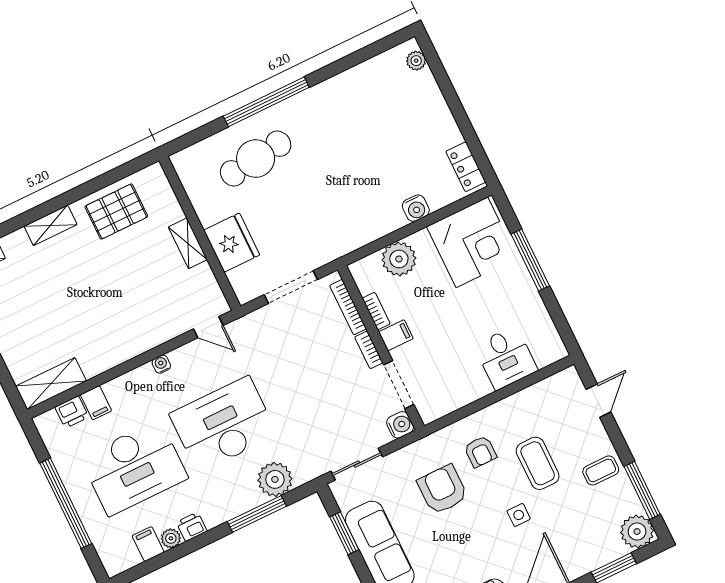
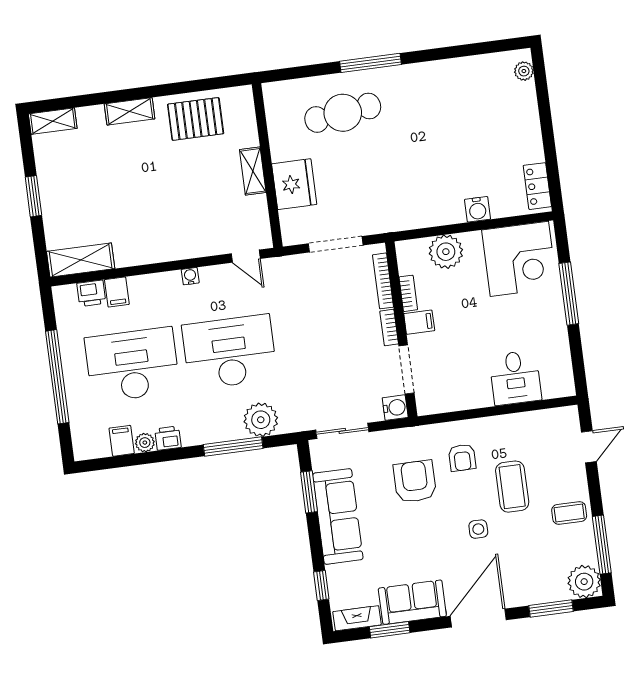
window: (266, 102) -> (371, 63), width x0.68
desk: (134, 468) -> (132, 365), turned 180

